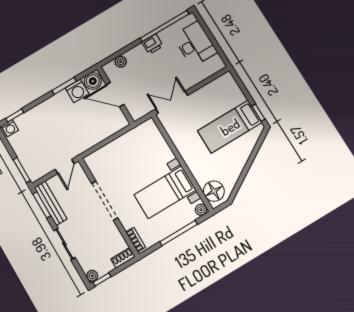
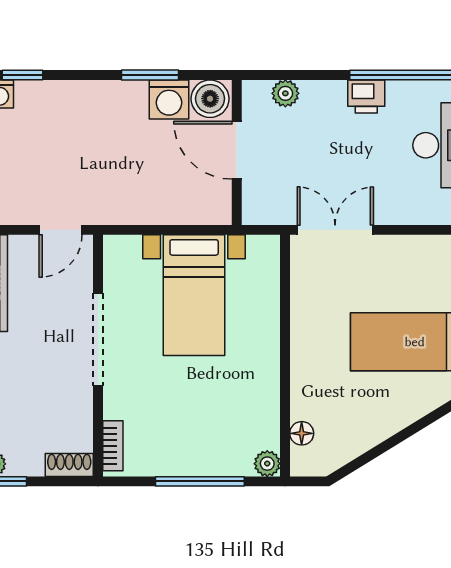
floor lamp: (214, 191) -> (302, 433), width x0.53, depth x0.53
bed with nightstands: (165, 192) -> (194, 295), moved, turned -90

